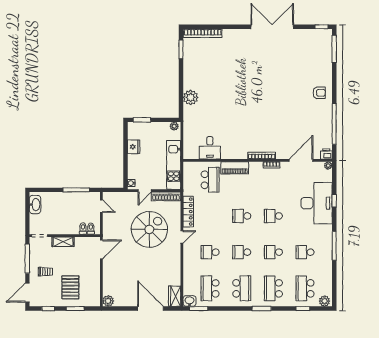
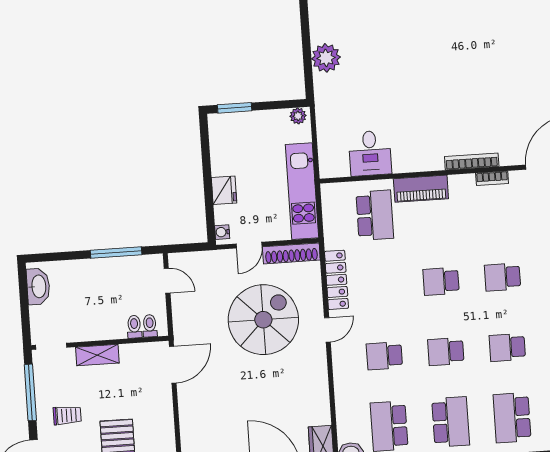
fridge: (134, 147) -> (224, 190), moved

